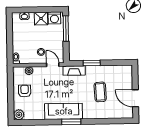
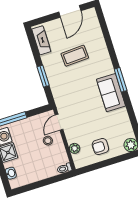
fireplace: (74, 71) -> (41, 40), moved
sofa: (64, 111) -> (111, 93), width x0.73

